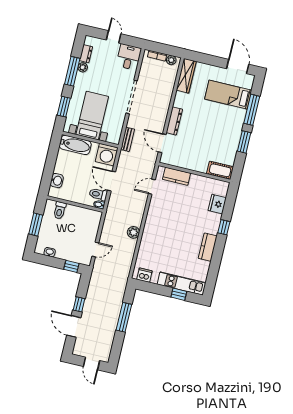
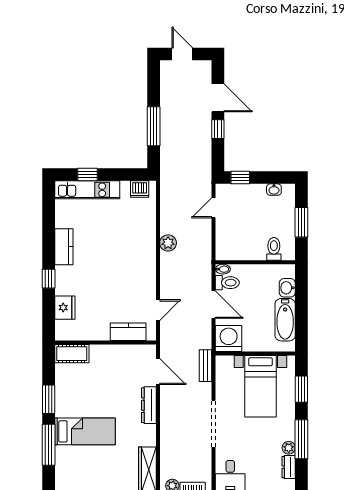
bed: (228, 95) -> (85, 431), moved
bathtub: (75, 145) -> (285, 320), moved, turned -90

